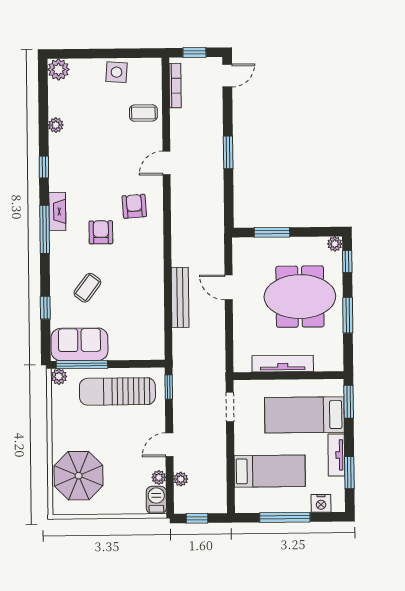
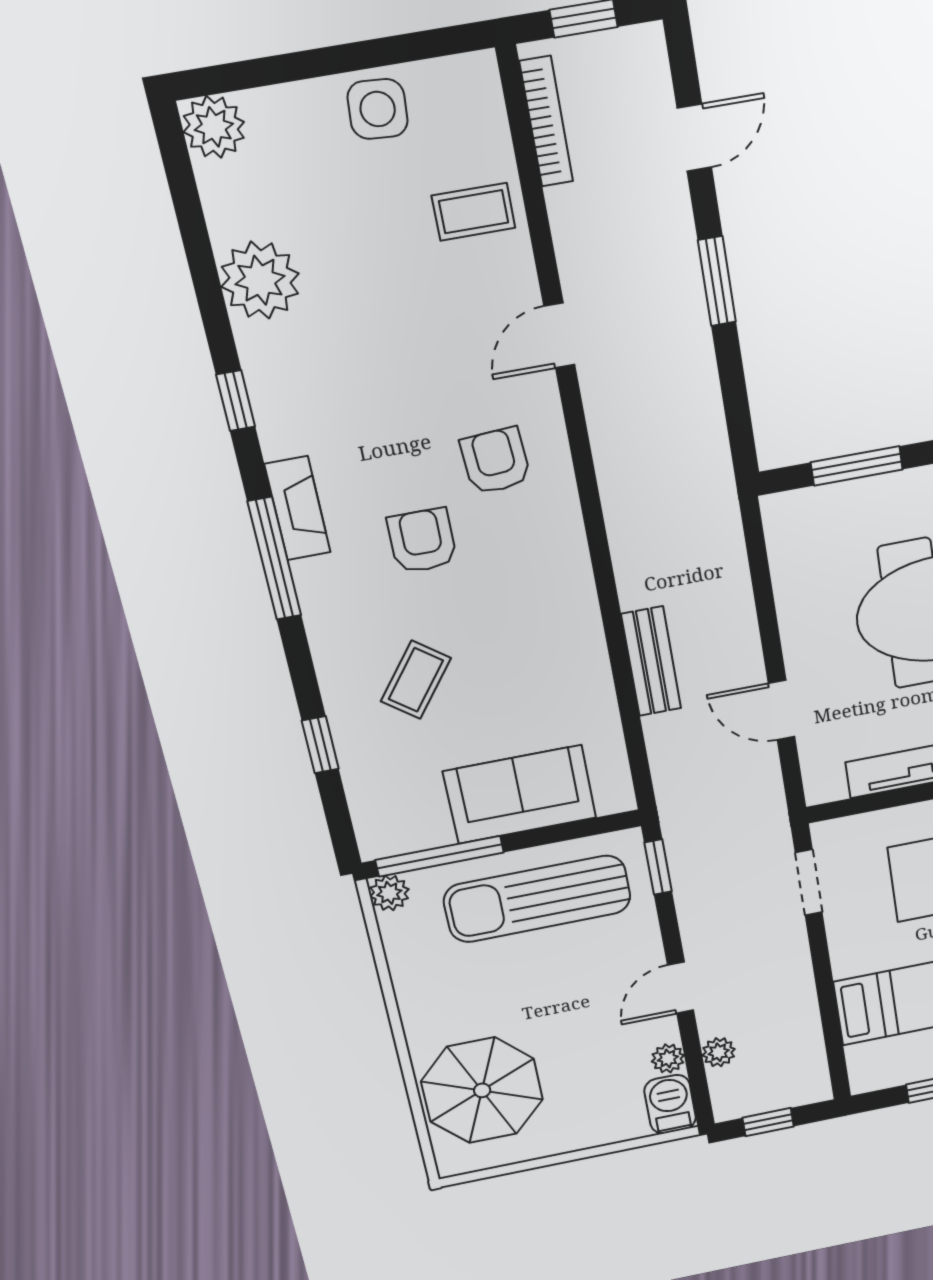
door: (227, 76) -> (694, 138), moved
plant: (56, 125) -> (260, 280), width x1.88, depth x1.88
door: (229, 287) -> (782, 710), moved
bench: (180, 297) -> (651, 661), width x0.73
sofa: (79, 344) -> (520, 794), moved

